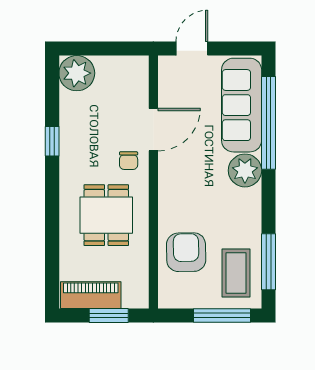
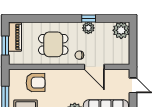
plant: (72, 142) -> (88, 28), added

